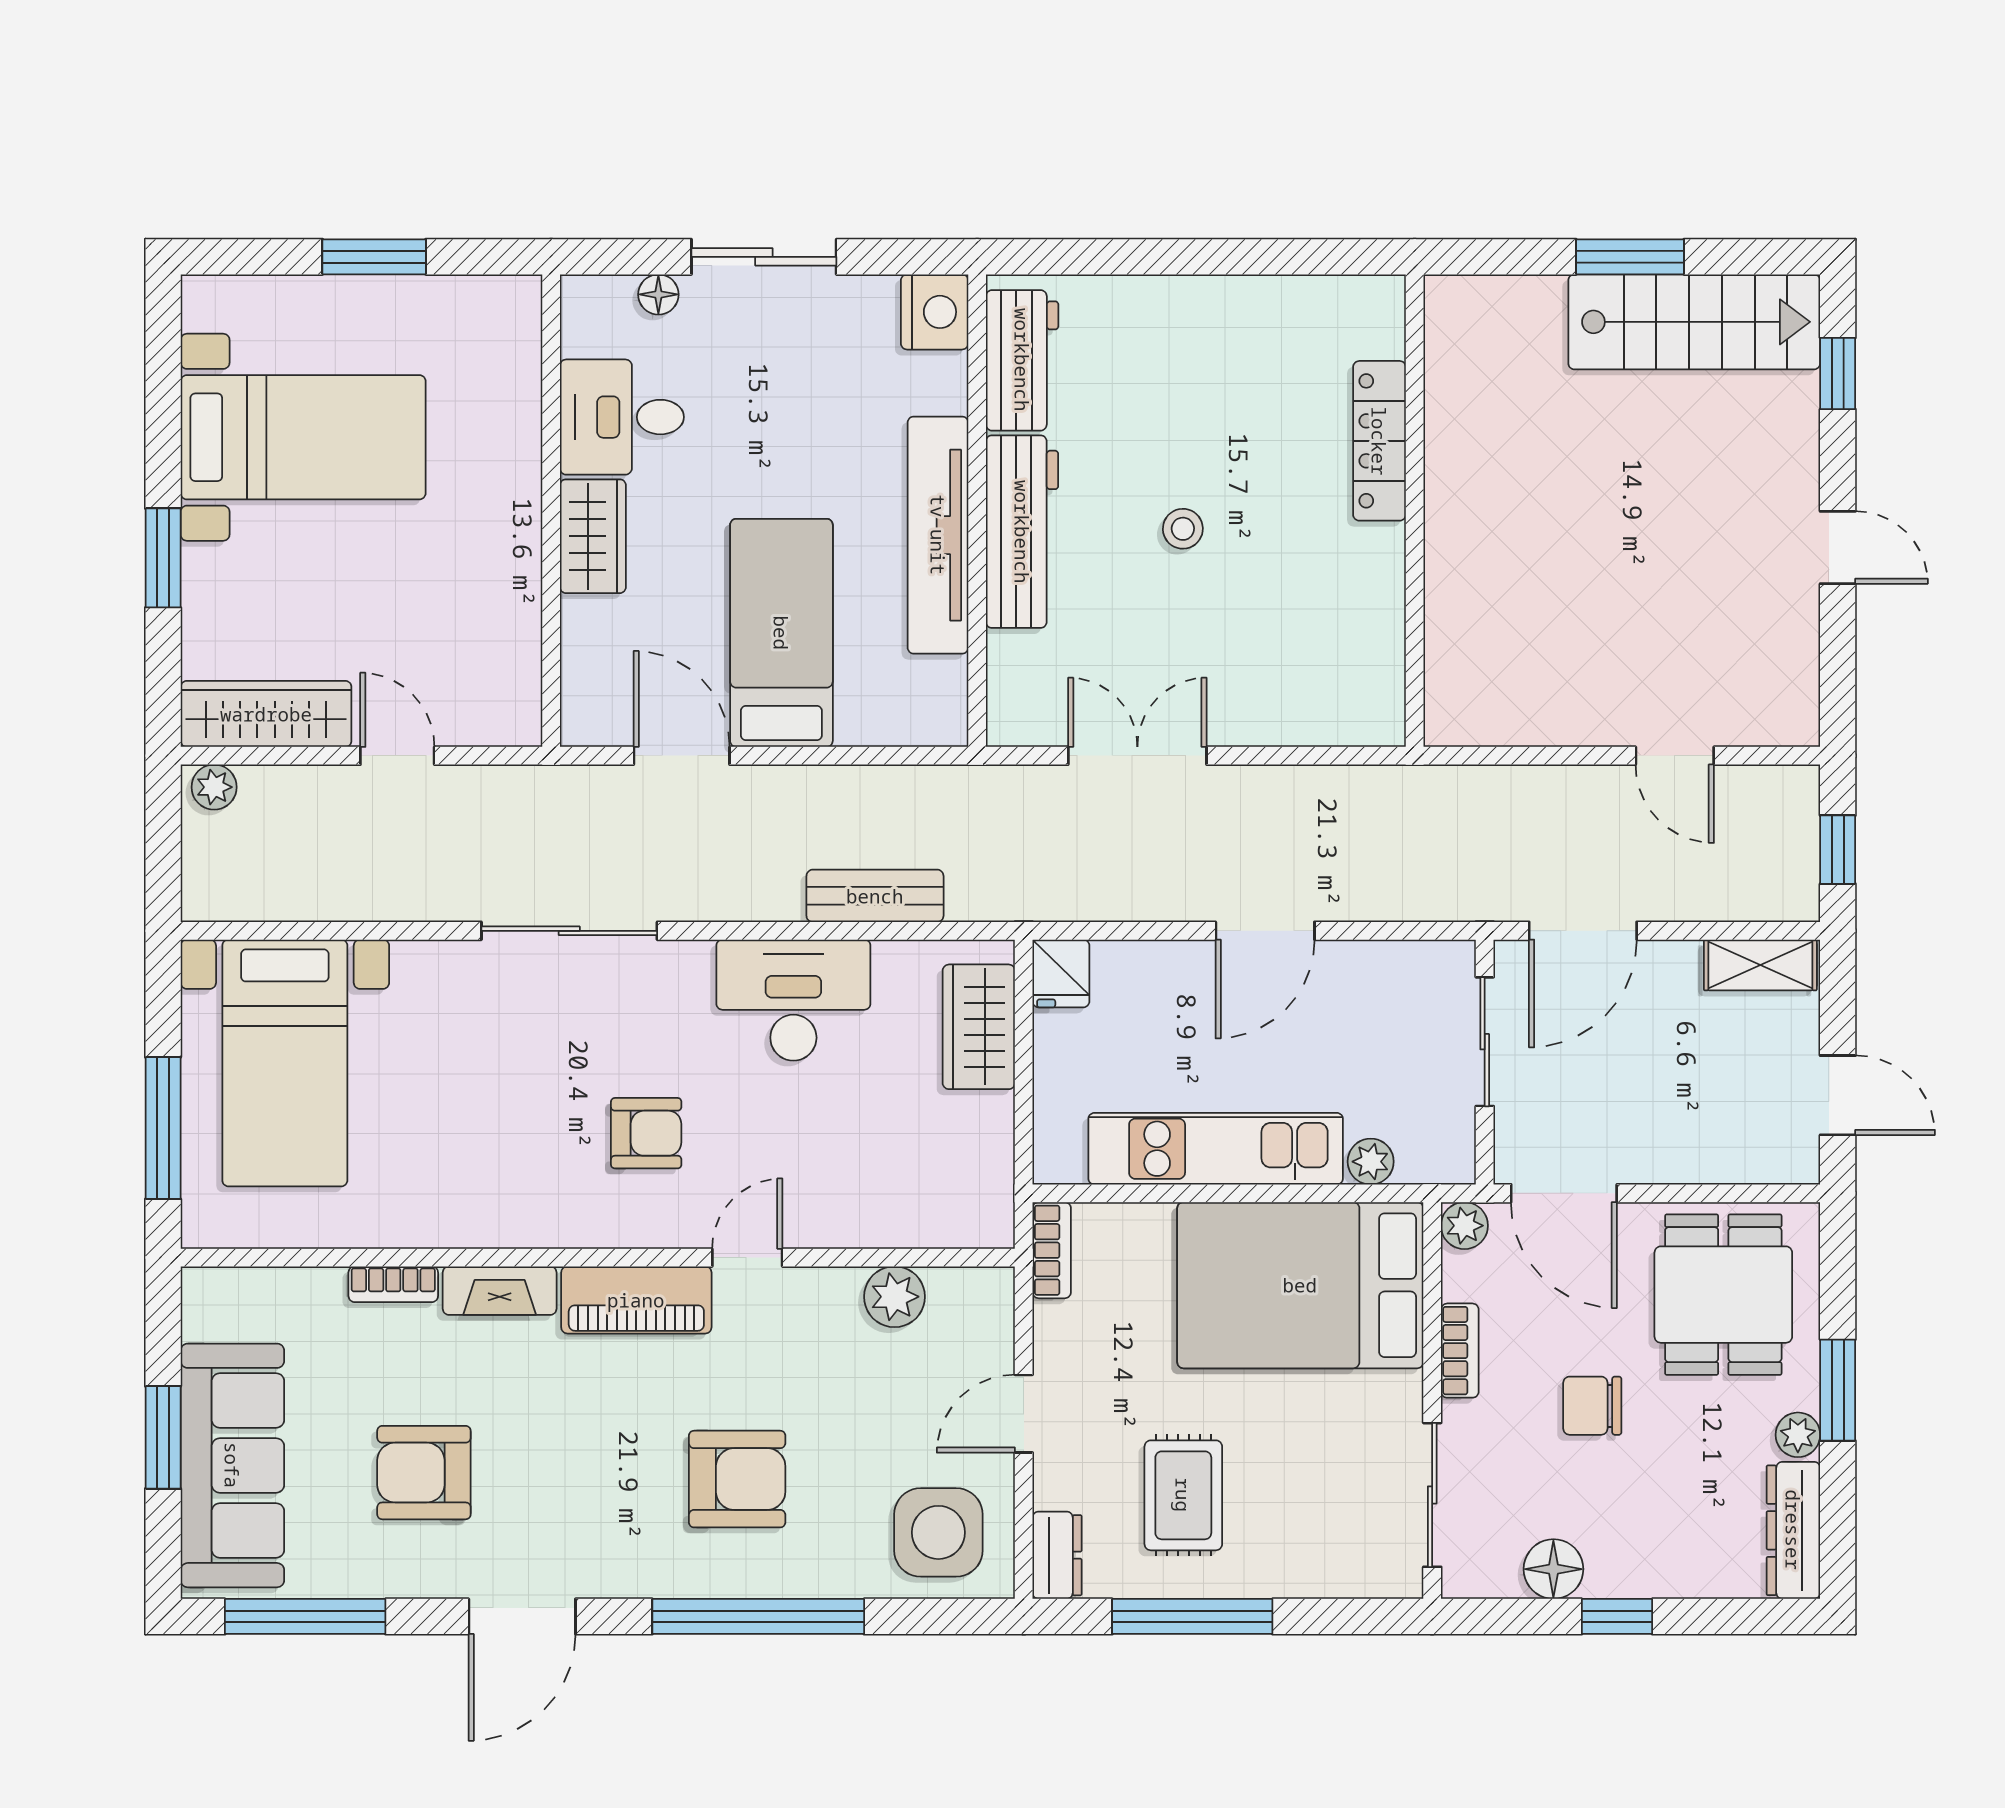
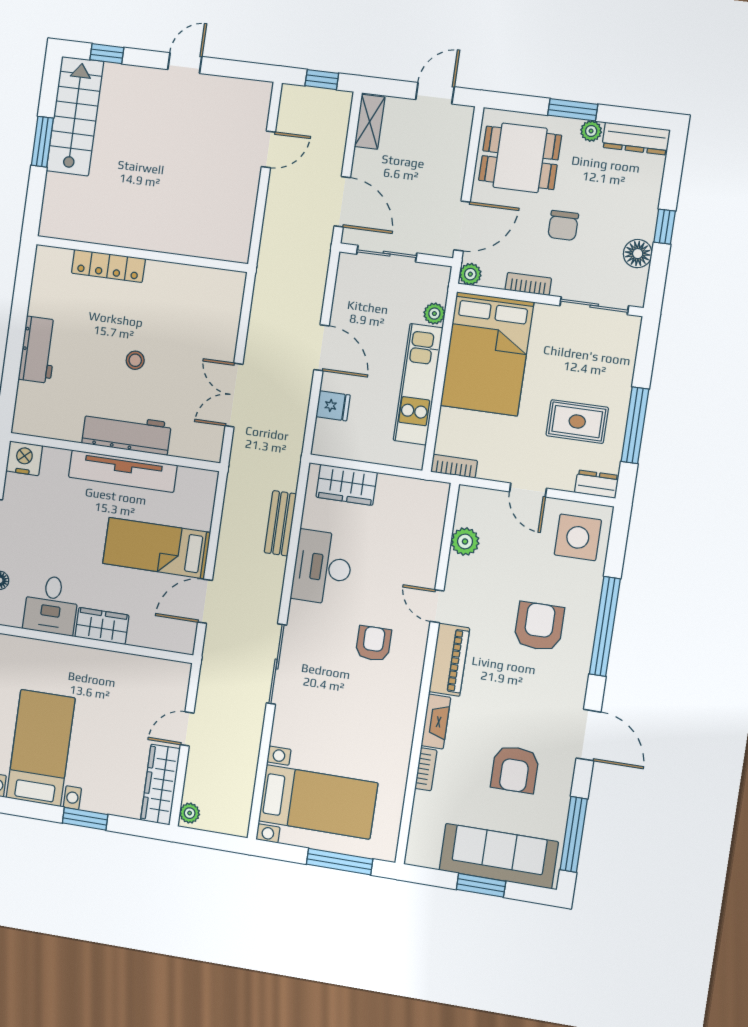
workbench: (1022, 360) -> (38, 350), moved, turned 90
fridge: (1061, 973) -> (333, 406), moved

